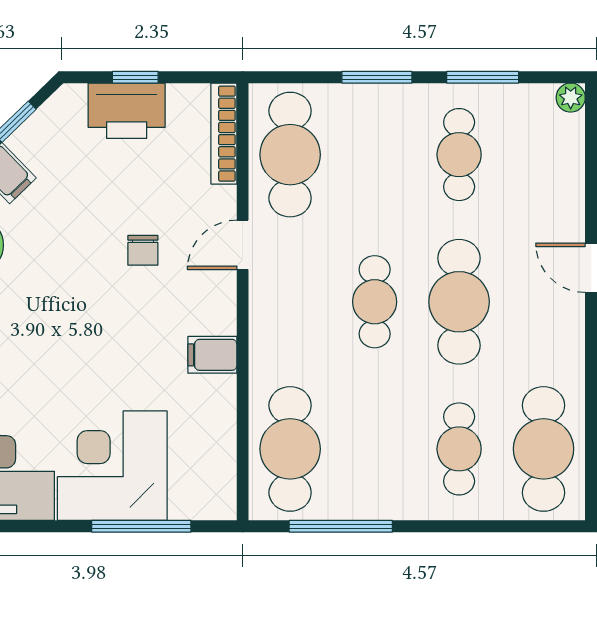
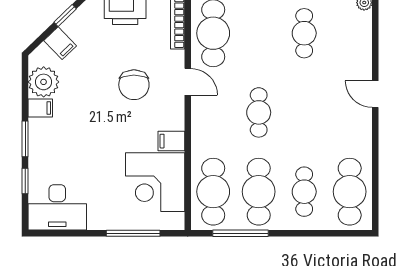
door: (243, 245) -> (188, 82), swing flipped
chair: (143, 250) -> (134, 85), width x1.87, depth x1.87
cafe table: (459, 302) -> (259, 192), moved
corner desk: (112, 466) -> (155, 182), moved, turned -90

